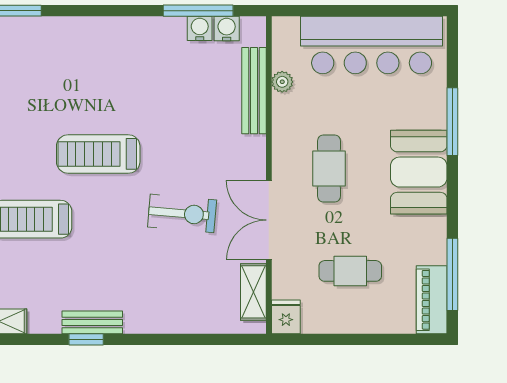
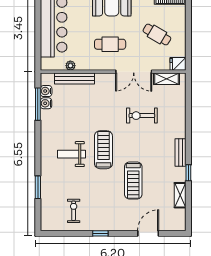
weight bench: (89, 84) -> (72, 154), added
treadmill: (98, 154) -> (103, 150), turned 180
exercise bike: (182, 213) -> (142, 116), moved, turned -95
cafe table: (350, 271) -> (157, 34), turned -59
window: (86, 339) -> (188, 173), moved

